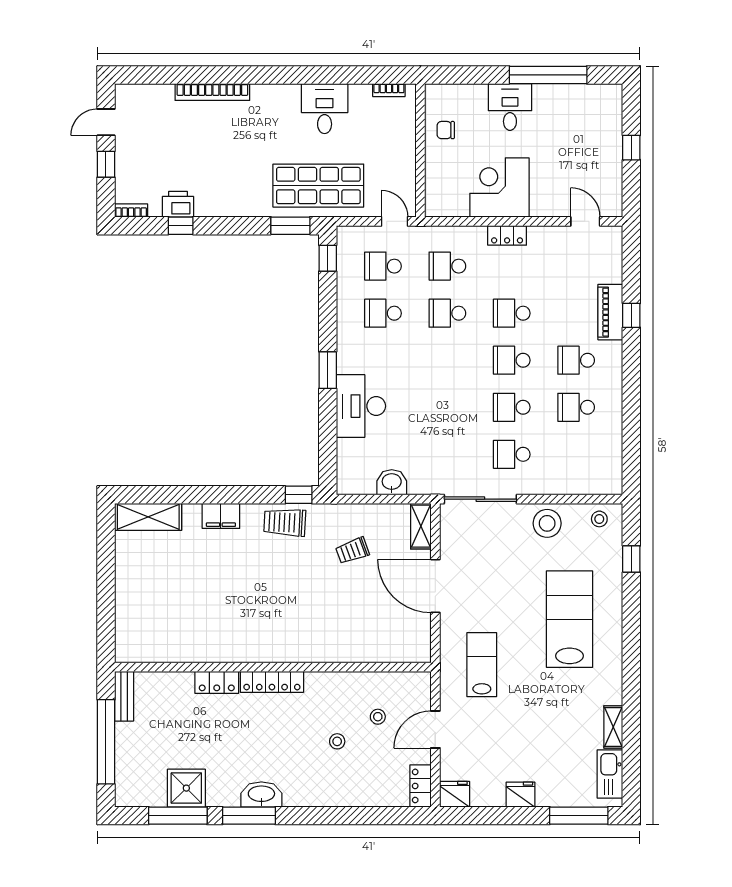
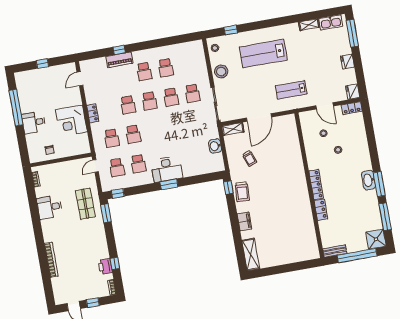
shop shelf: (318, 186) -> (85, 204), width x0.70, depth x0.74
desk: (361, 406) -> (167, 169), moved
shower: (186, 788) -> (376, 239), moved

